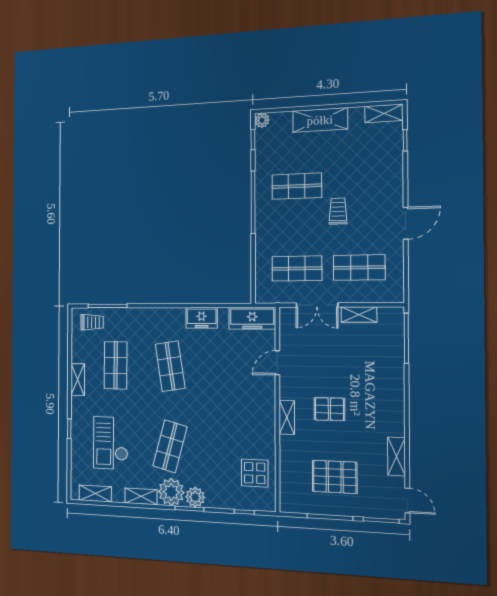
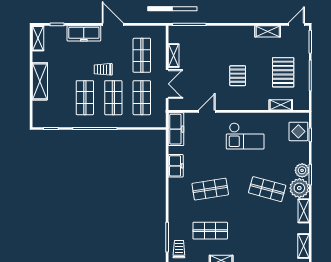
plant: (262, 120) -> (38, 122), removed
freezer: (392, 181) -> (84, 33), added
shop shelf: (297, 227) -> (113, 98), added
door: (277, 363) -> (207, 111), swing flipped
shelving: (287, 417) -> (281, 105), moved
checkout: (111, 443) -> (245, 136), moved
display table: (255, 473) -> (298, 131), moved

